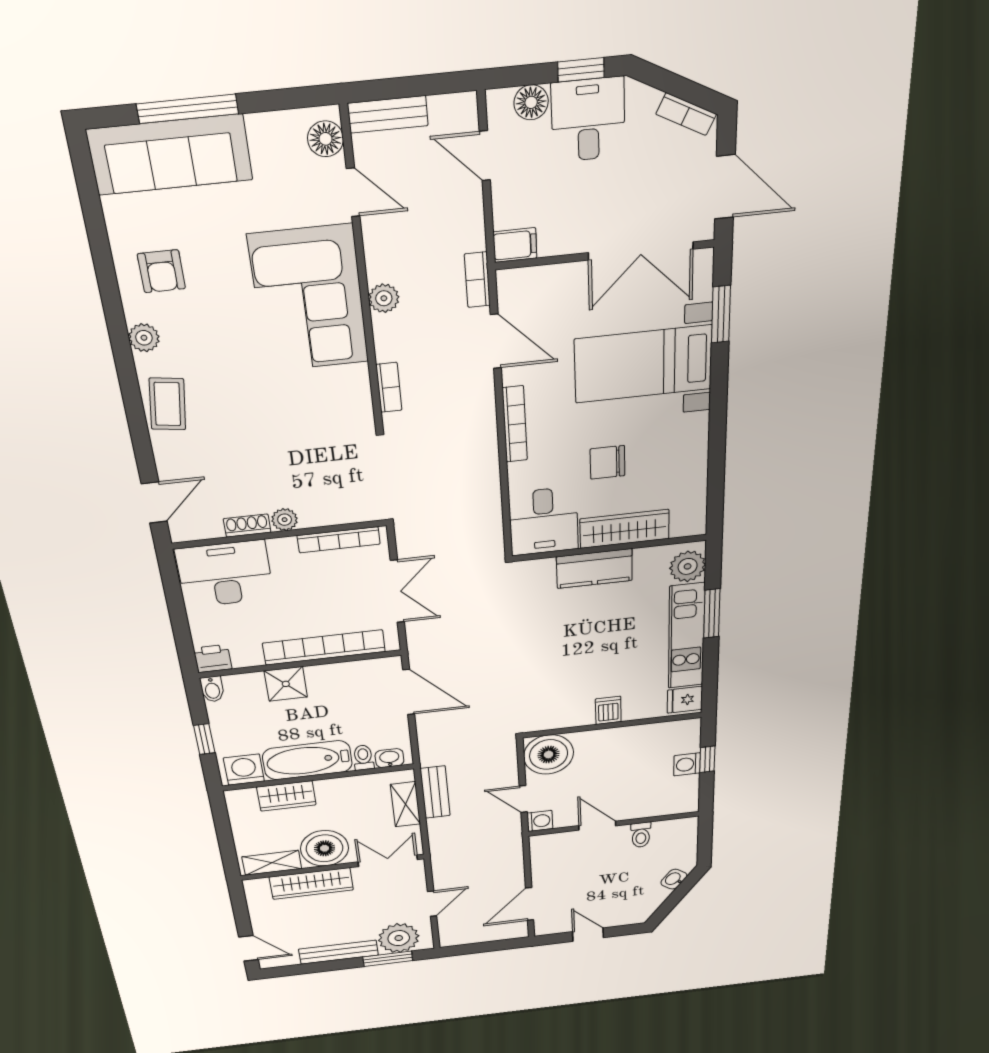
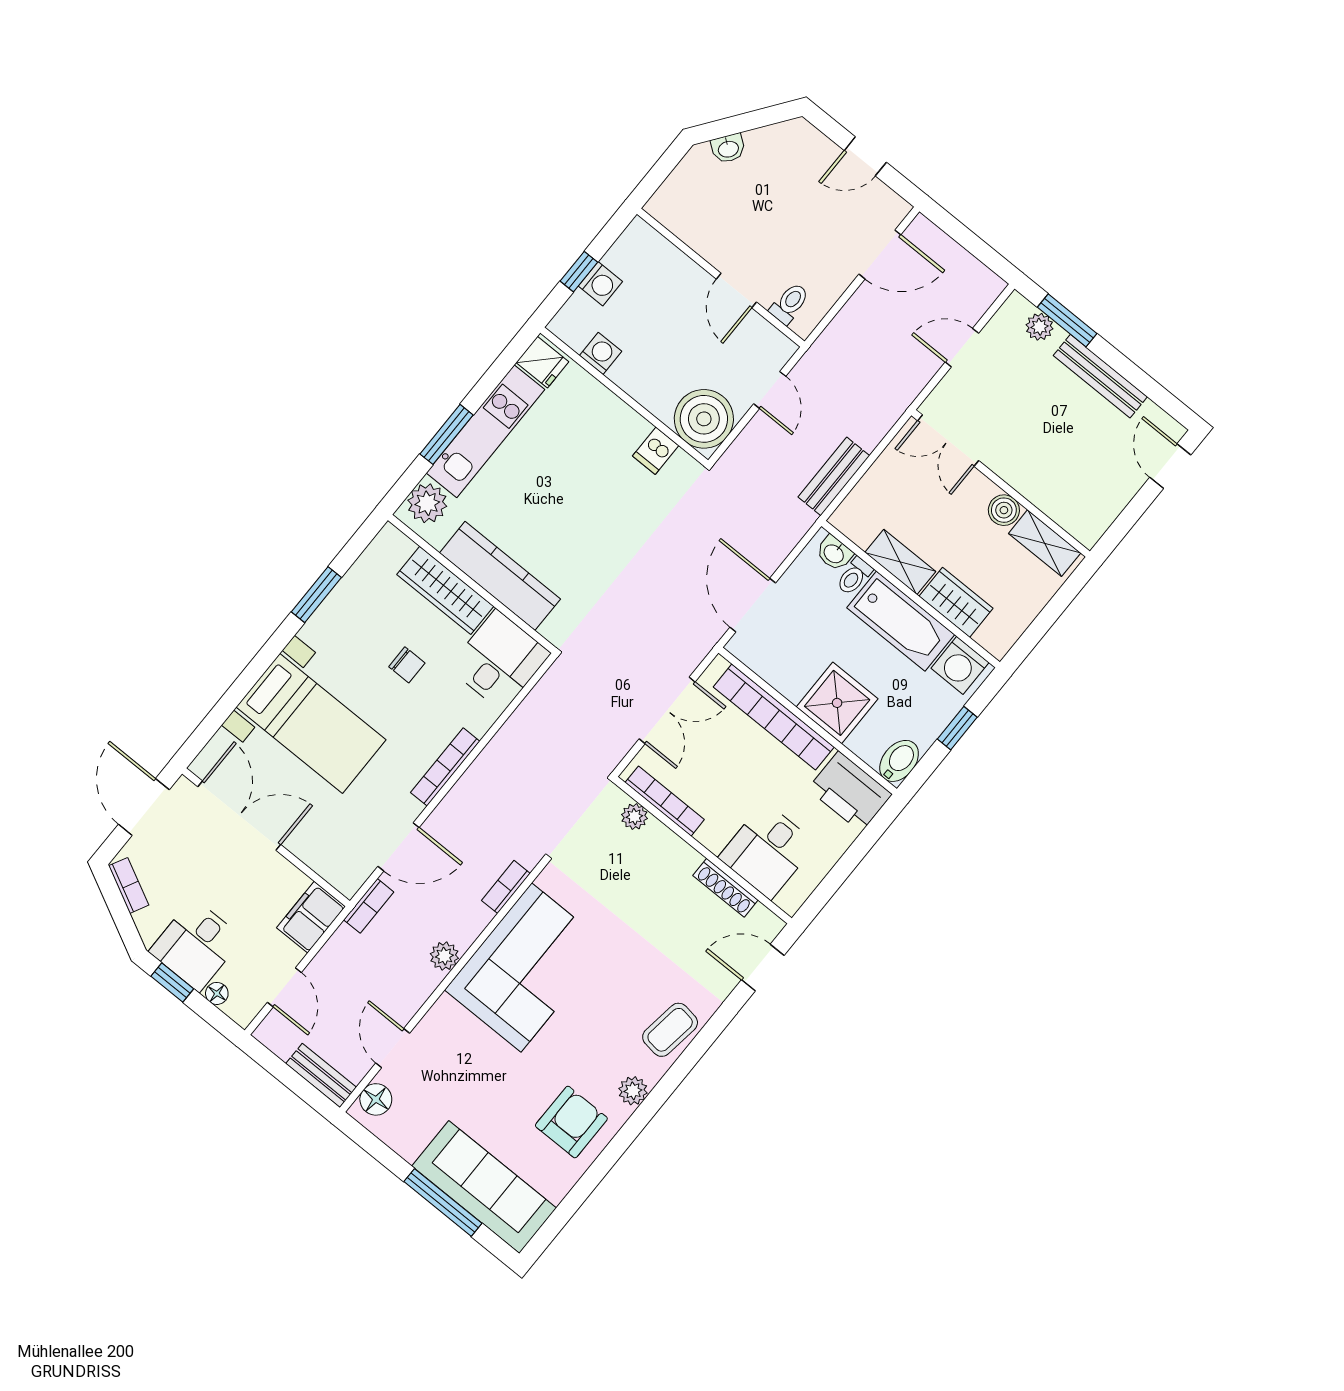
floor lamp: (531, 102) -> (217, 993), width x0.73, depth x0.73
filing cabinet: (515, 245) -> (311, 917), width x2.00
armchair: (161, 271) -> (571, 1122), width x1.38, depth x1.38
corner sofa: (309, 299) -> (526, 967), moved
window: (721, 314) -> (316, 595), moved
door: (496, 341) -> (398, 847), swing flipped
chair: (608, 462) -> (407, 665), width x0.73, depth x0.73
plant: (285, 520) -> (634, 817), moved
shoe rack: (247, 526) -> (725, 888), width x1.43
kitchen counter: (594, 569) -> (500, 576), width x1.50
desk: (225, 574) -> (767, 851), width x0.73
double door: (397, 591) -> (667, 710), swing flipped
printer: (213, 659) -> (850, 792), width x1.87, depth x1.48
shower: (286, 684) -> (837, 703), width x1.36, depth x1.36
bidet: (212, 689) -> (899, 761), width x1.38, depth x1.36
dishwasher: (608, 710) -> (656, 451), moved
shelving: (405, 804) -> (900, 562), moved, turned 90
washing machine: (540, 821) -> (601, 353), moved, turned 90
toilet: (641, 835) -> (790, 303), moved
boiler: (325, 848) -> (1004, 510), width x0.54, depth x0.54
wardrobe: (311, 883) -> (1037, 484), removed
door: (588, 935) -> (865, 156), hinge flipped
plant: (399, 938) -> (1040, 327), width x0.53, depth x0.53

